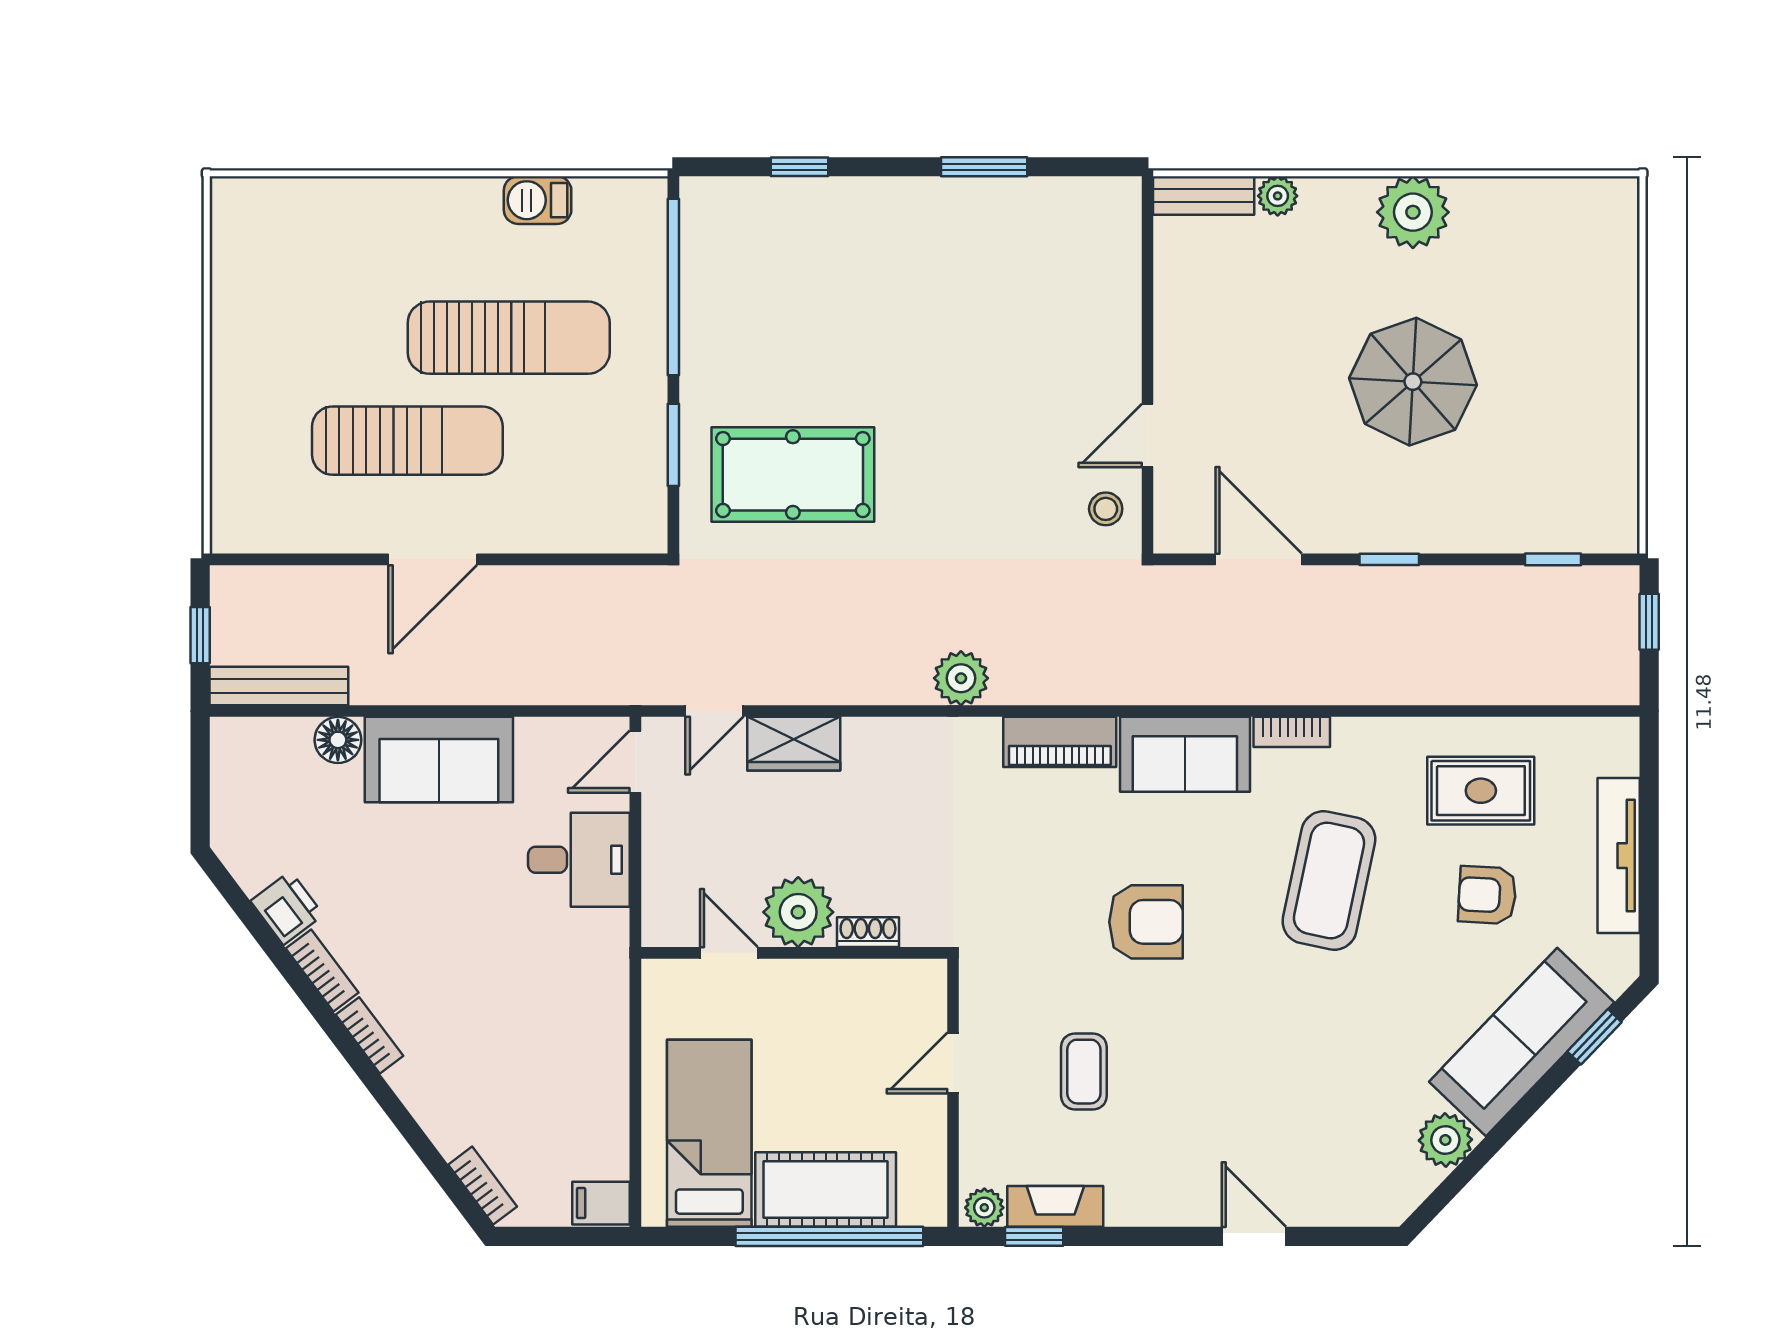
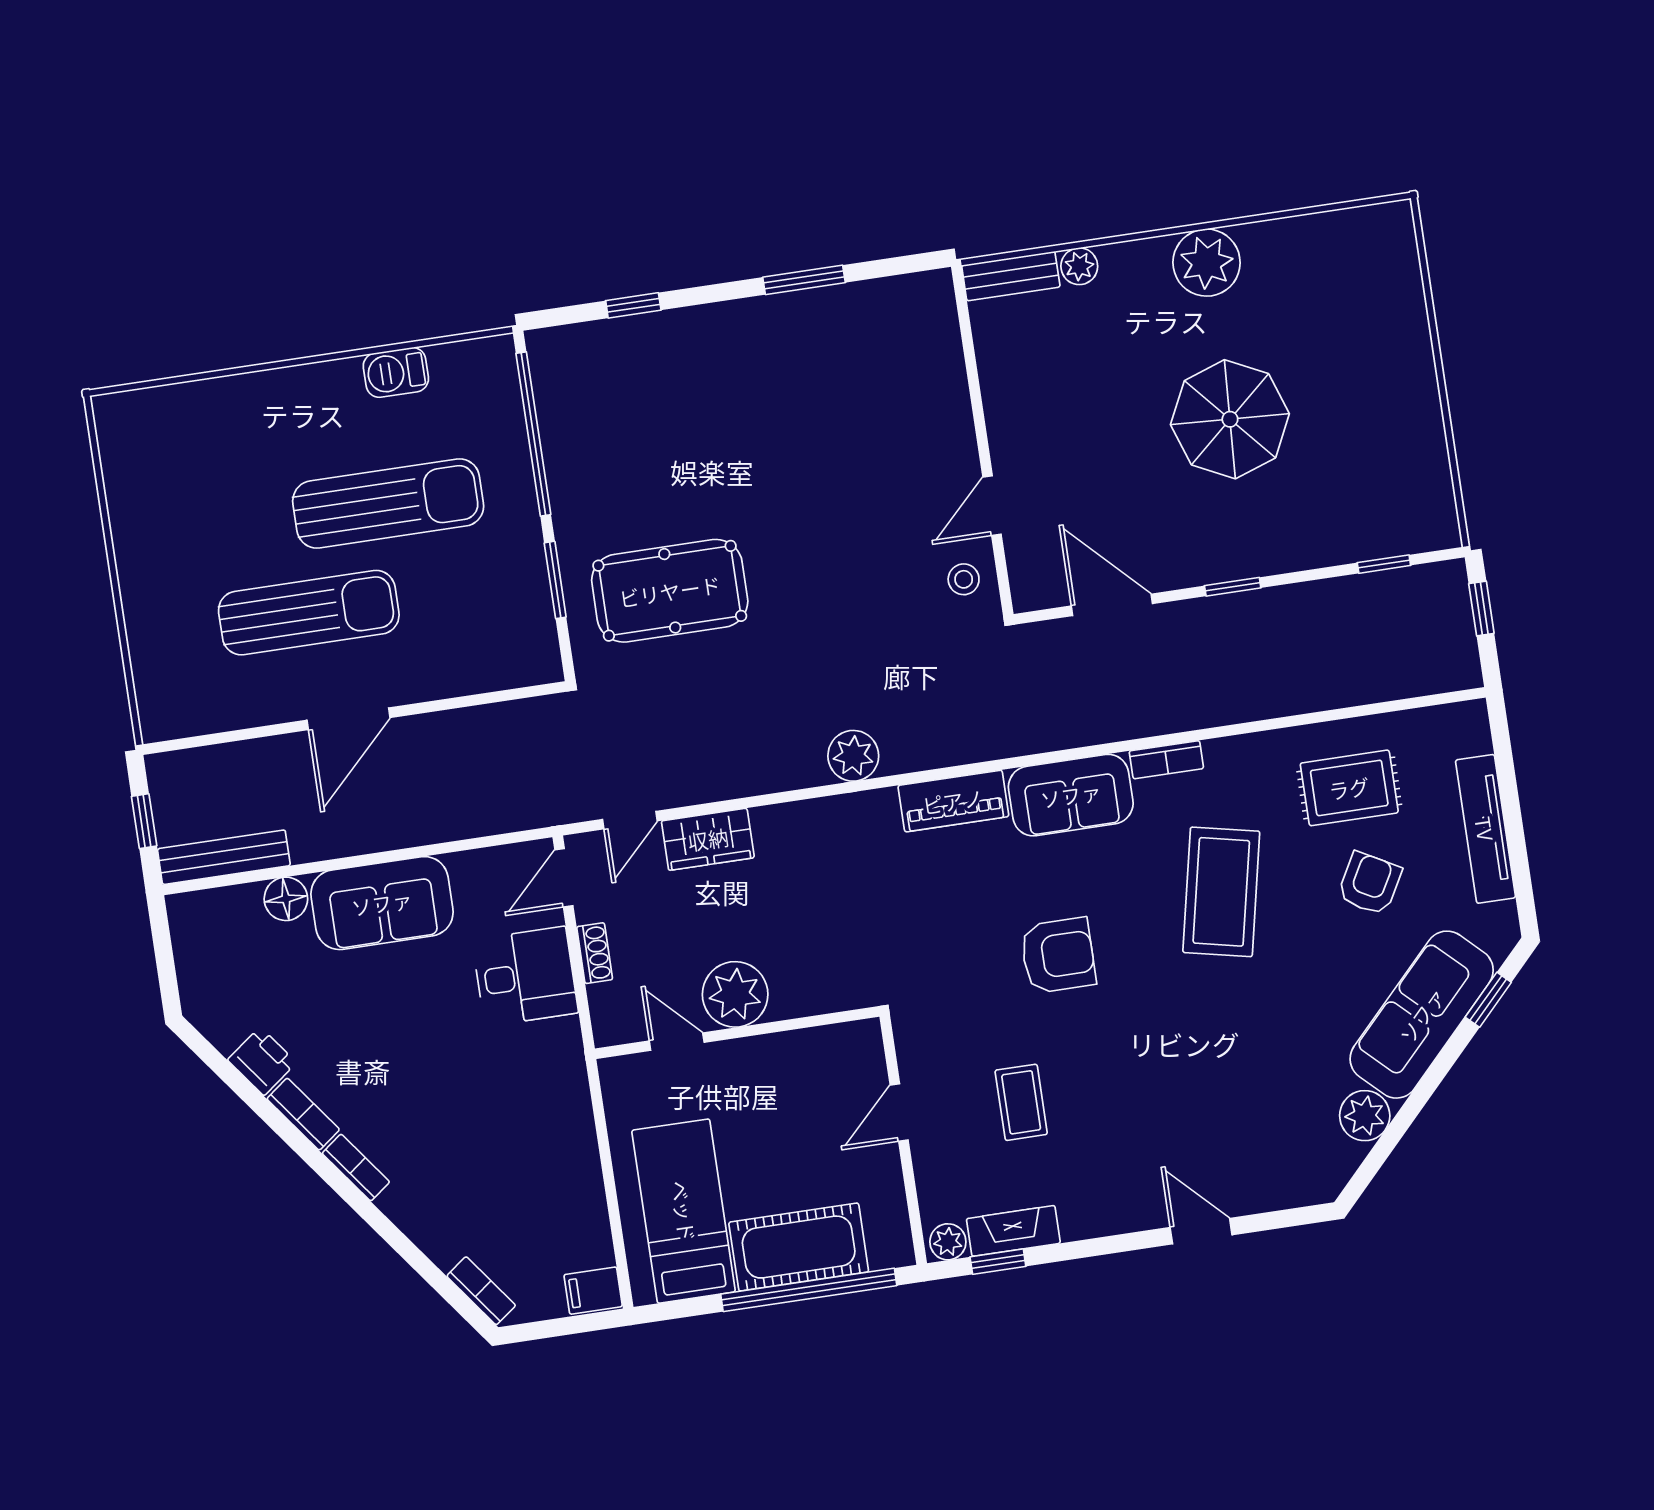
armchair: (1487, 895) -> (1370, 883), turned 116
shoe rack: (868, 932) -> (595, 953), moved, turned 90

